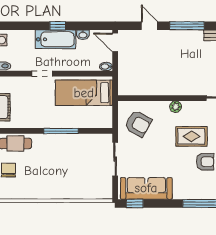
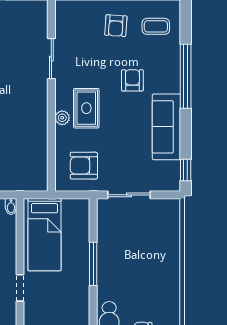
armchair: (138, 124) -> (84, 166), turned -119
rug: (191, 136) -> (86, 108), moved
sofa: (146, 188) -> (166, 127), moved

